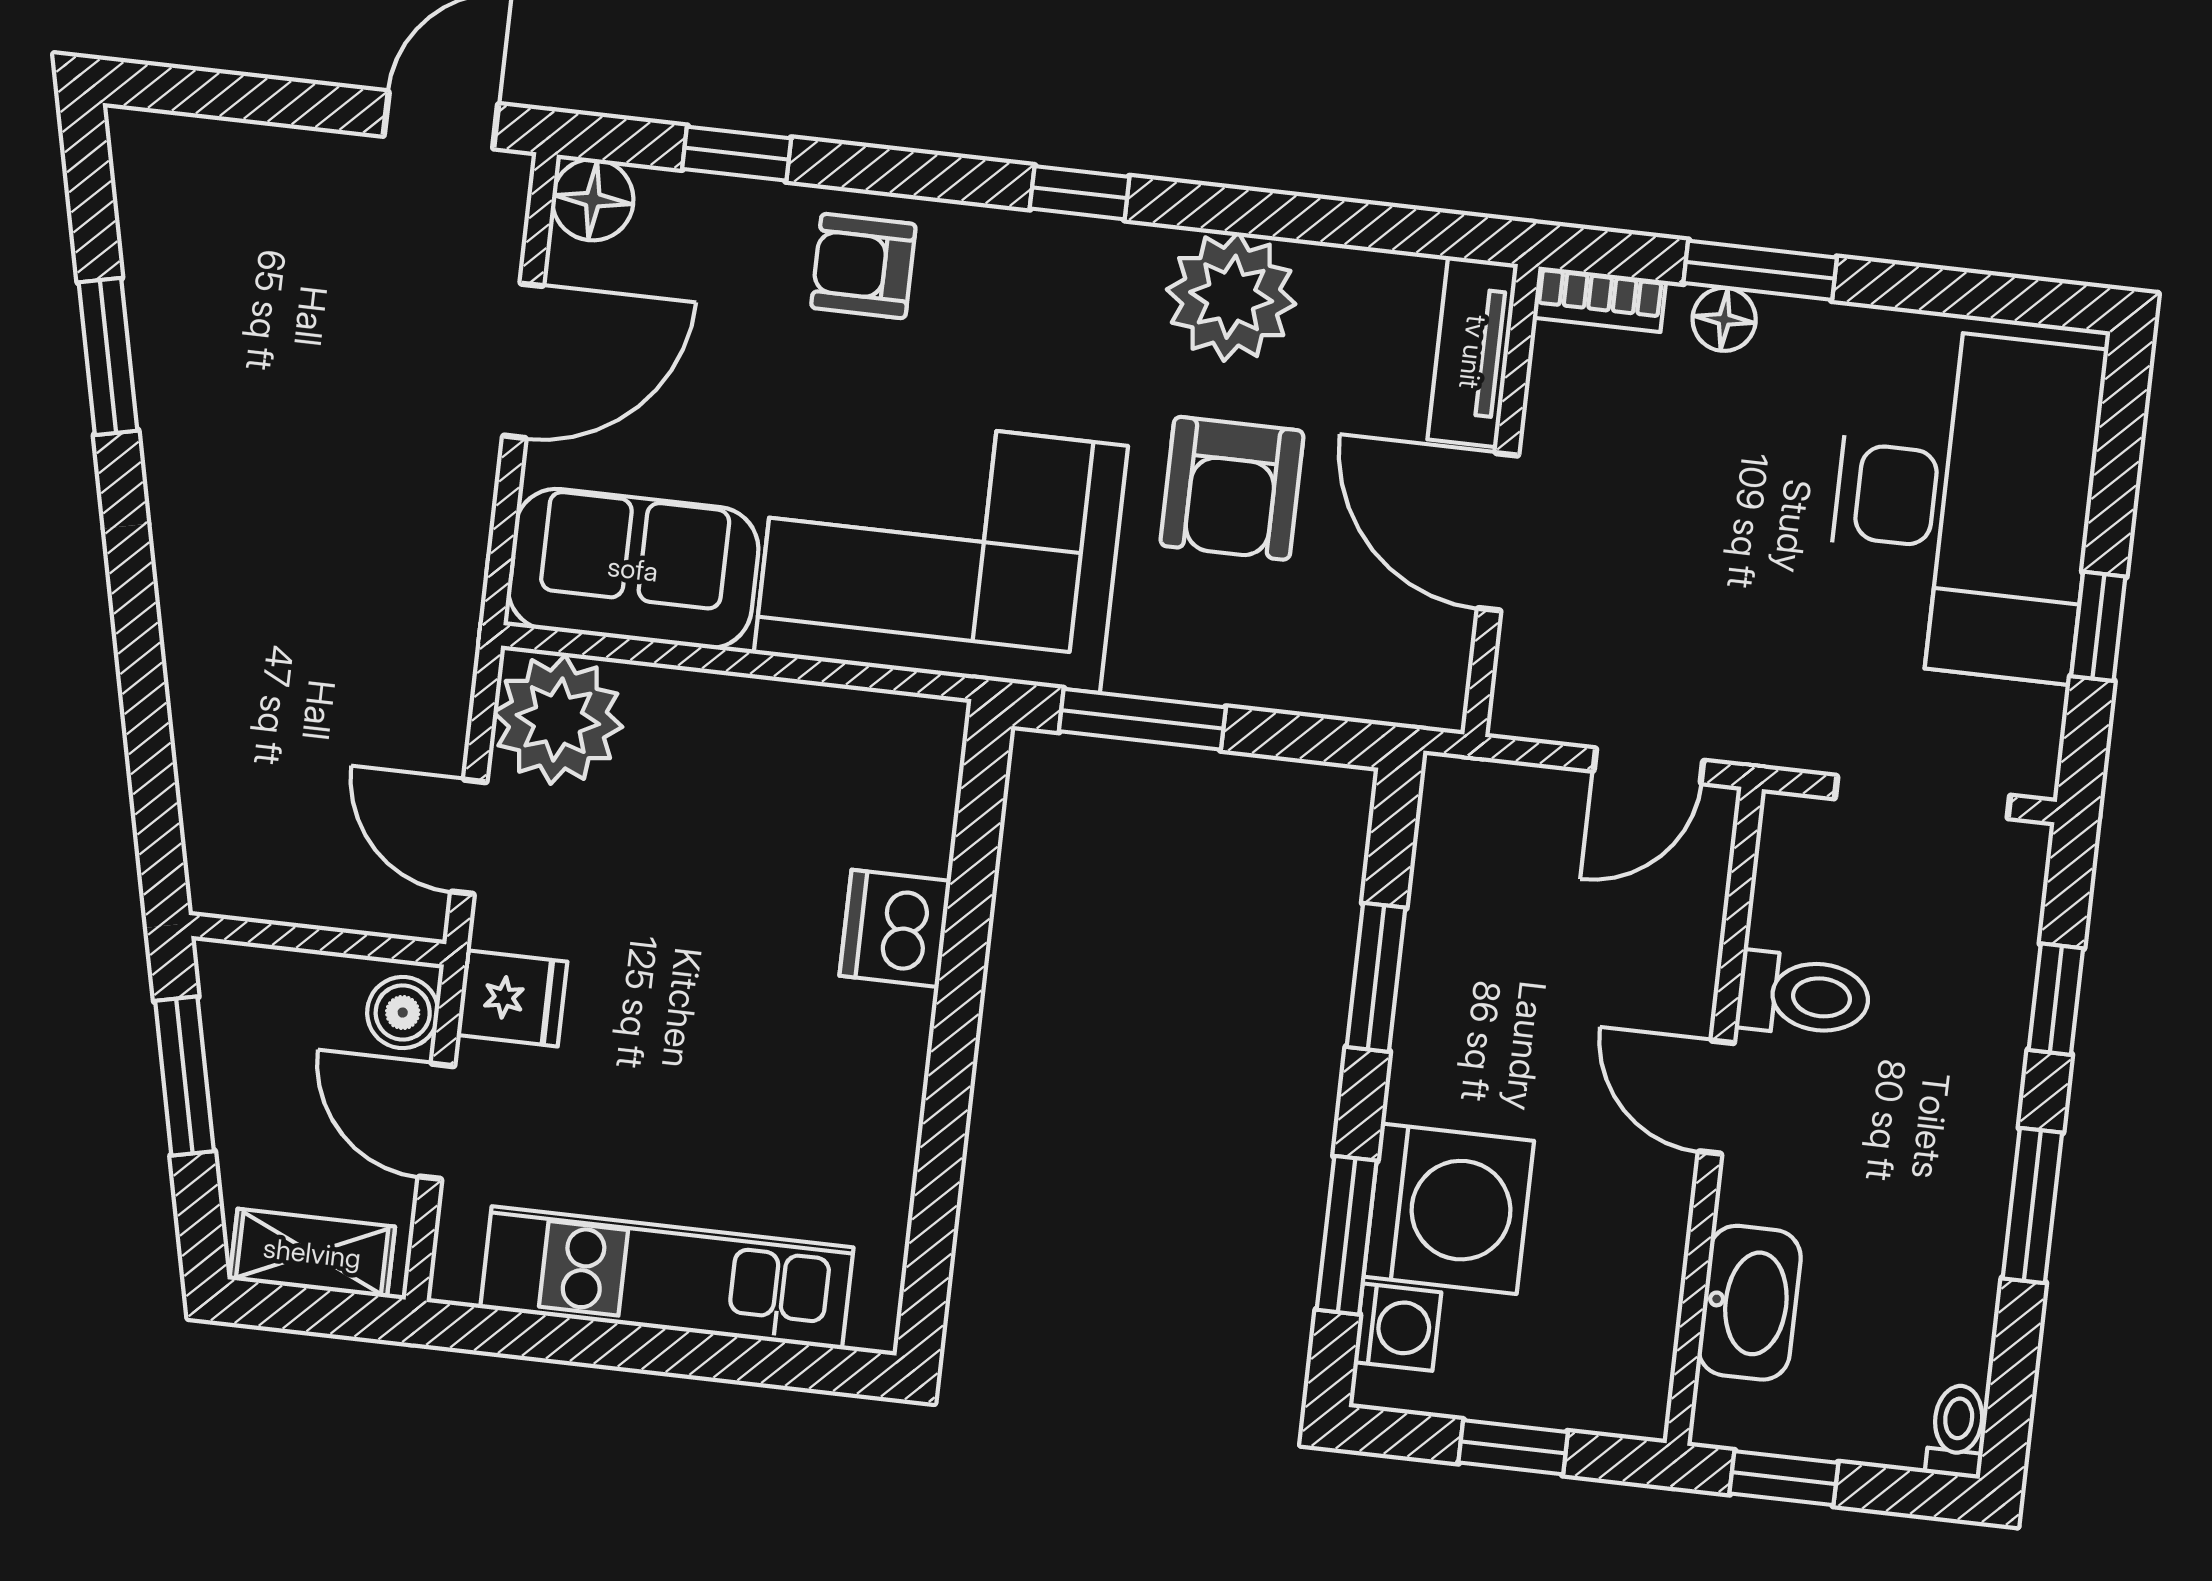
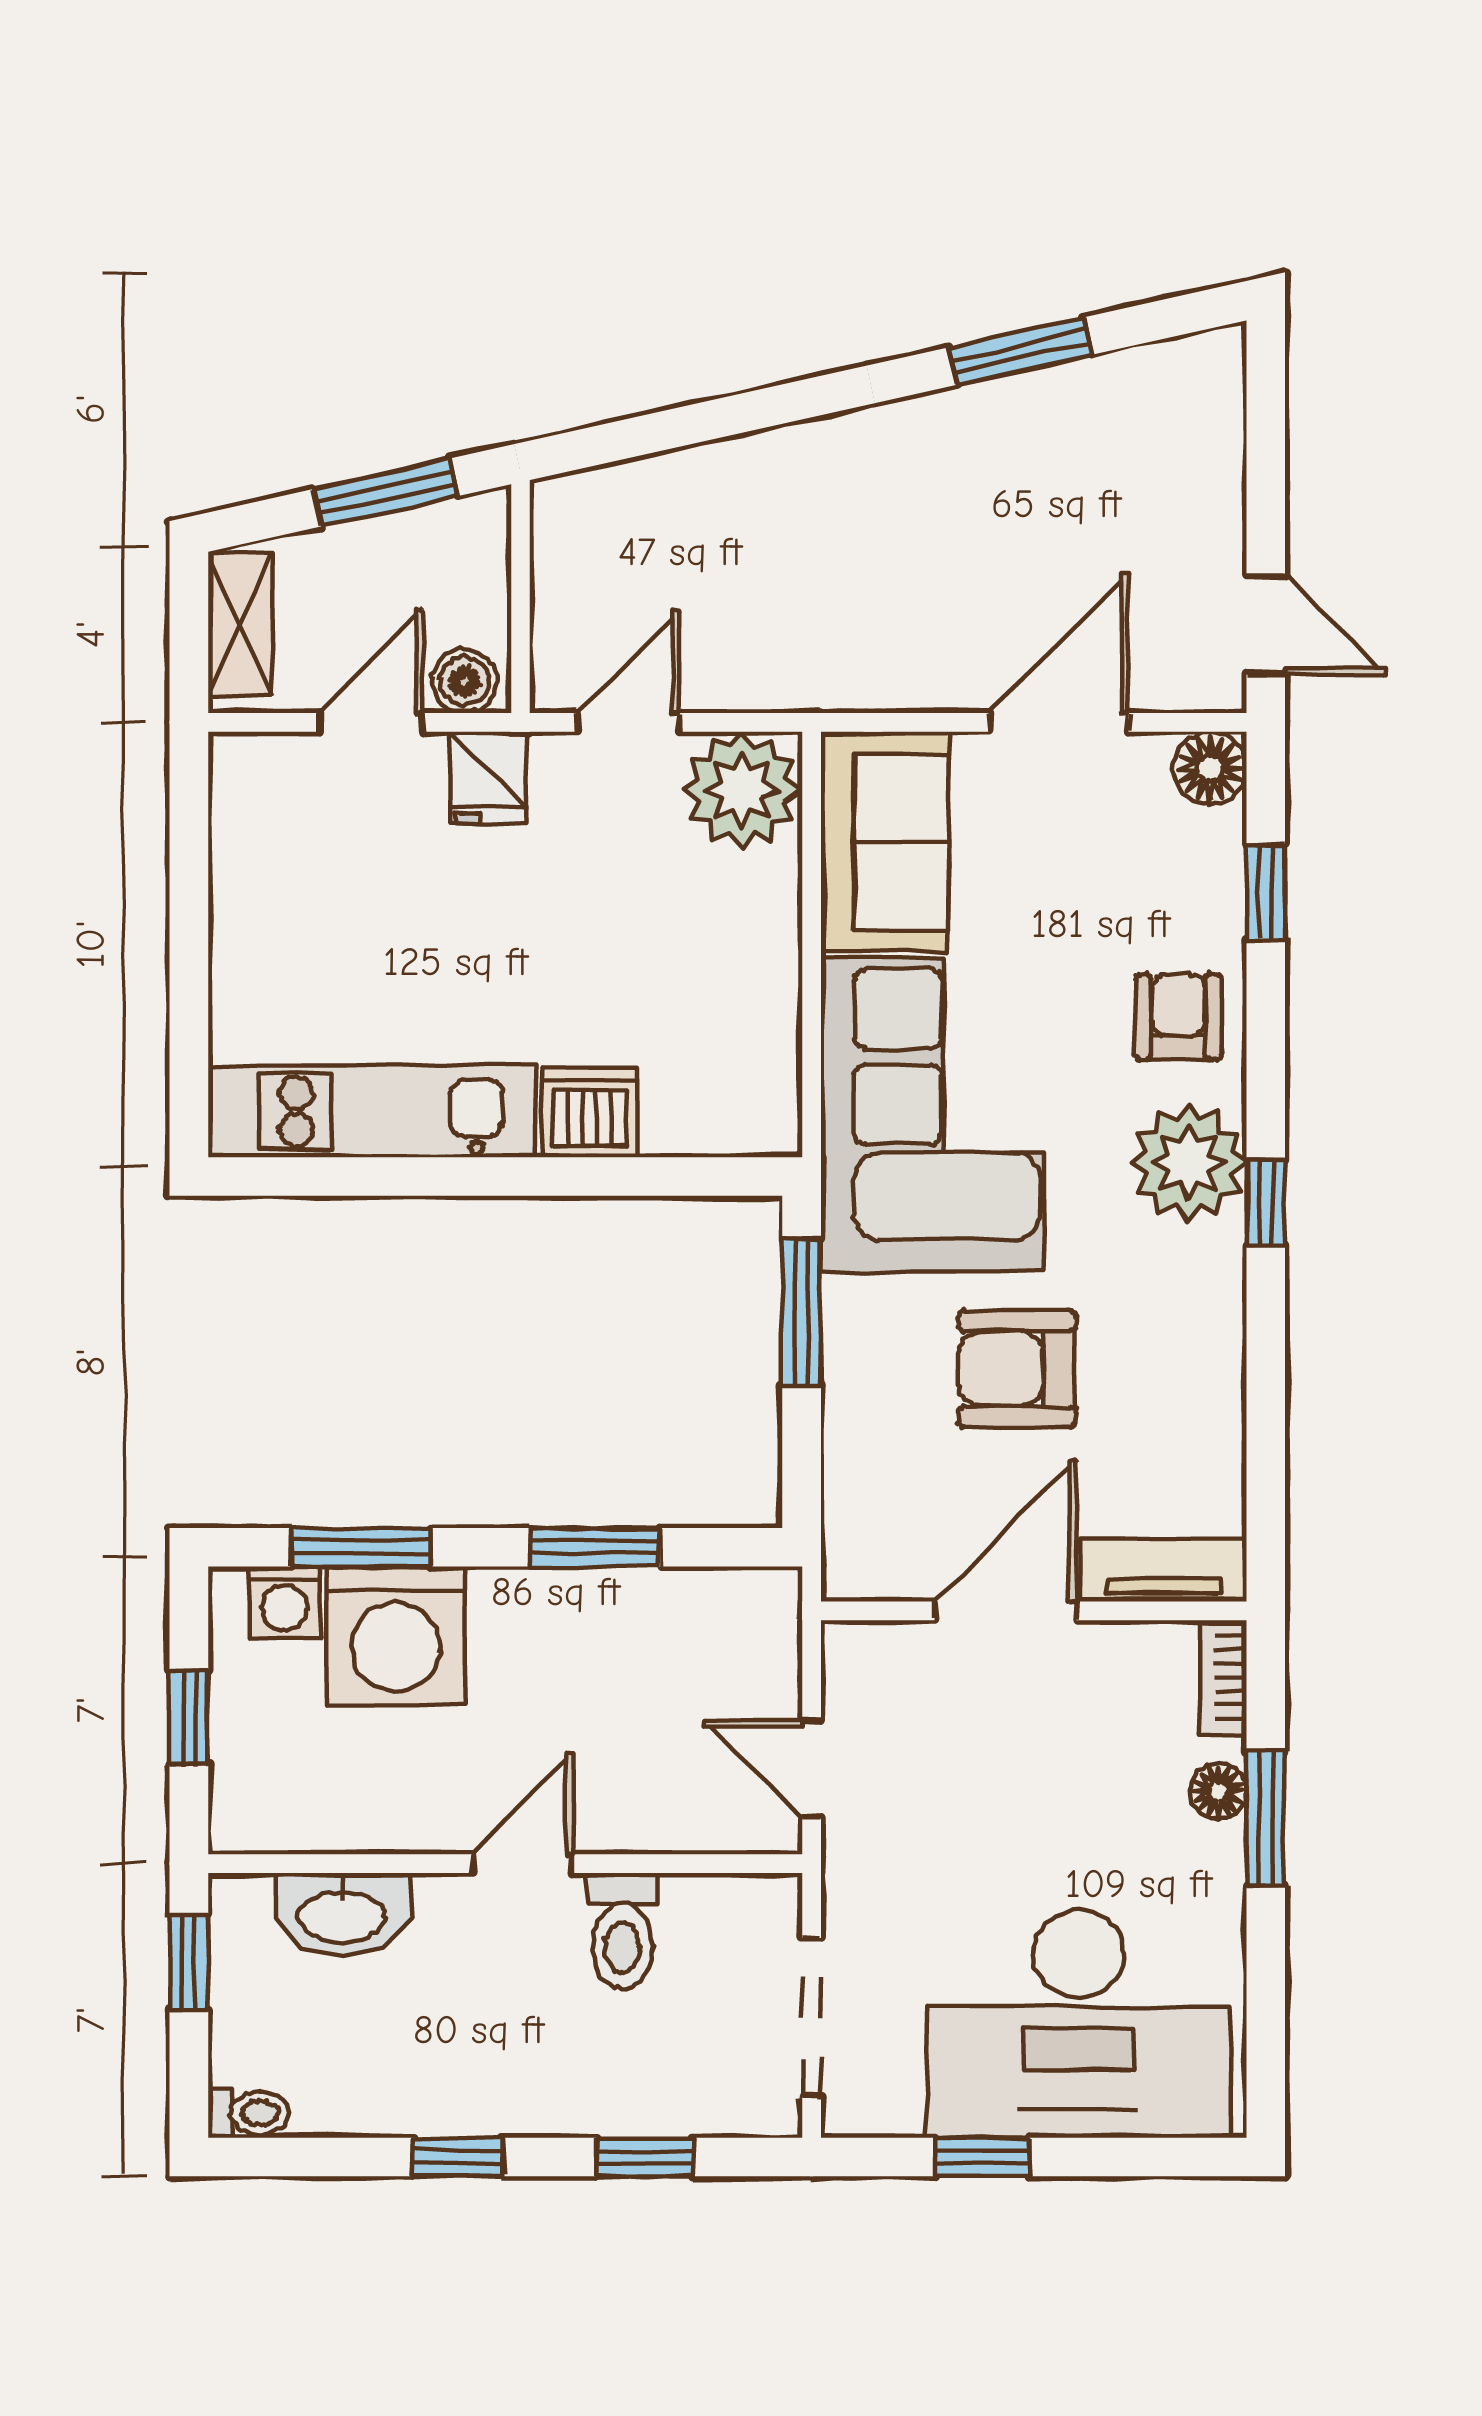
plant: (1231, 297) -> (1188, 1162), moved
door: (523, 361) -> (1059, 722), swing flipped
window: (2032, 1205) -> (458, 2157), width x0.67
kitchen unit: (667, 1278) -> (372, 1111), moved, turned -90

